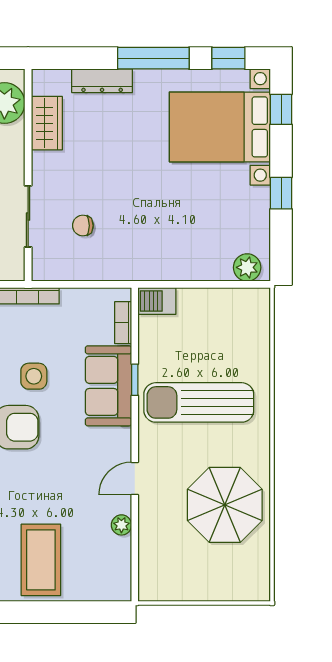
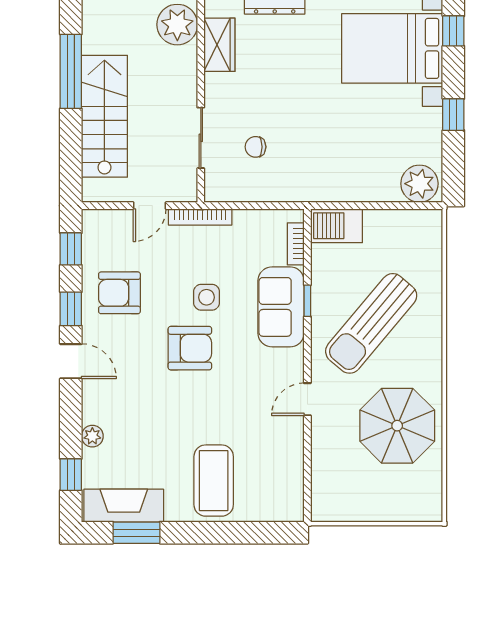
plant: (247, 267) -> (419, 184), width x1.36, depth x1.36
barbecue: (157, 301) -> (337, 226), width x1.38, depth x1.27
sun lounger: (199, 402) -> (371, 323), turned -50
plant: (121, 525) -> (294, 446), removed

